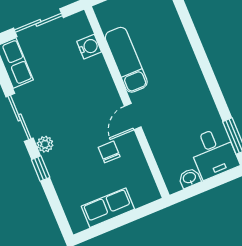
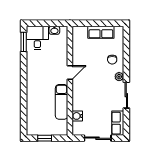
chair: (109, 152) -> (112, 60), moved
window: (41, 168) -> (126, 65), removed

